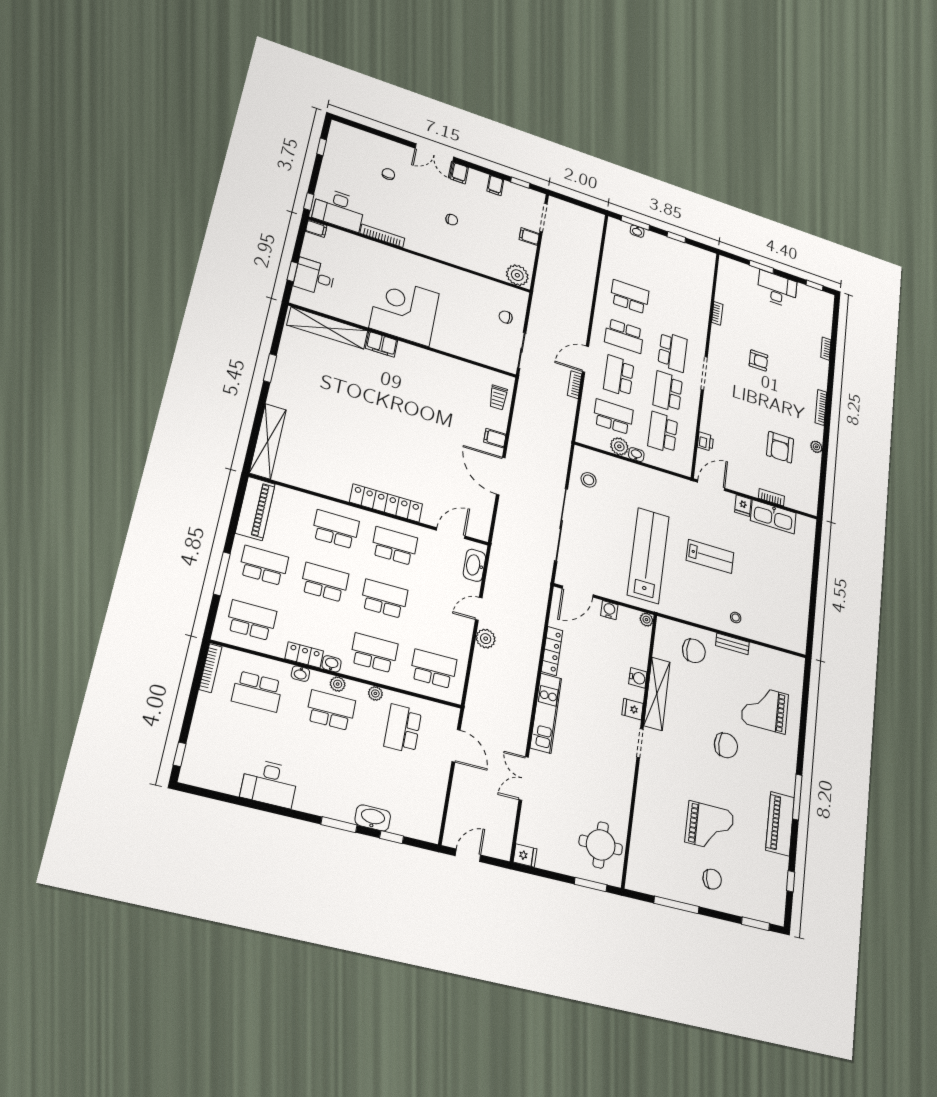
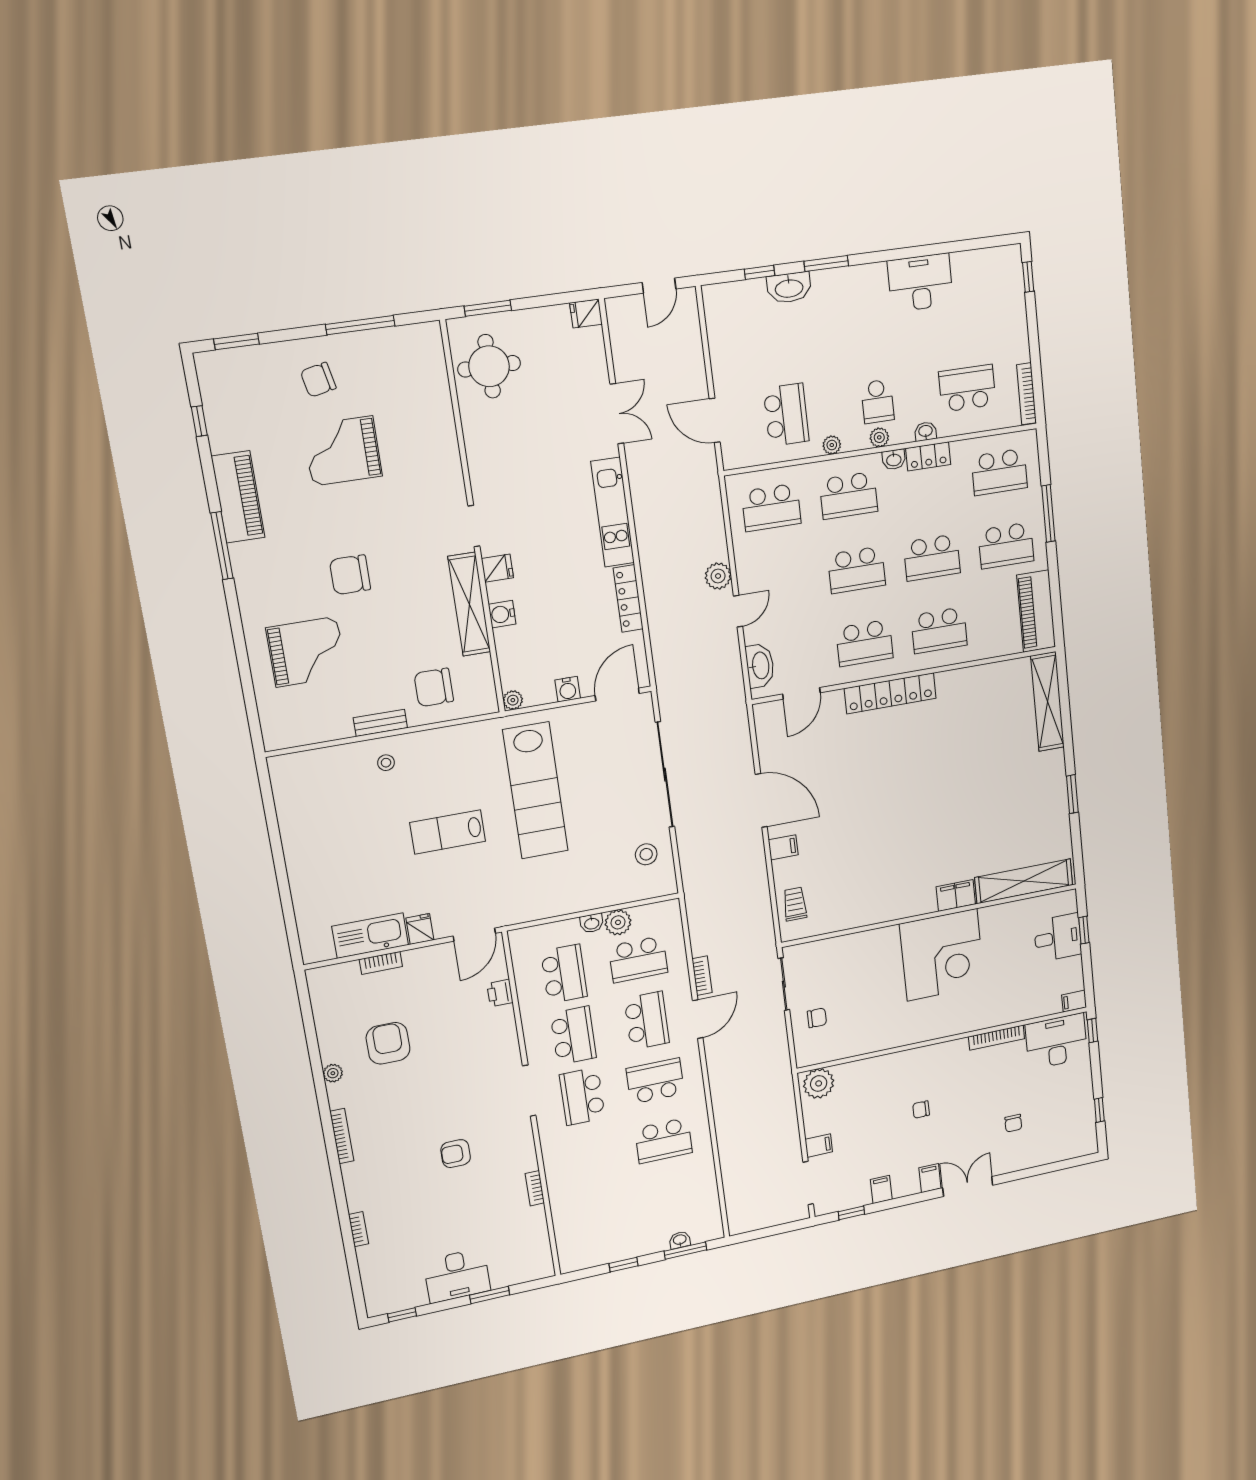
school desk: (331, 710) -> (877, 401), width x0.54

